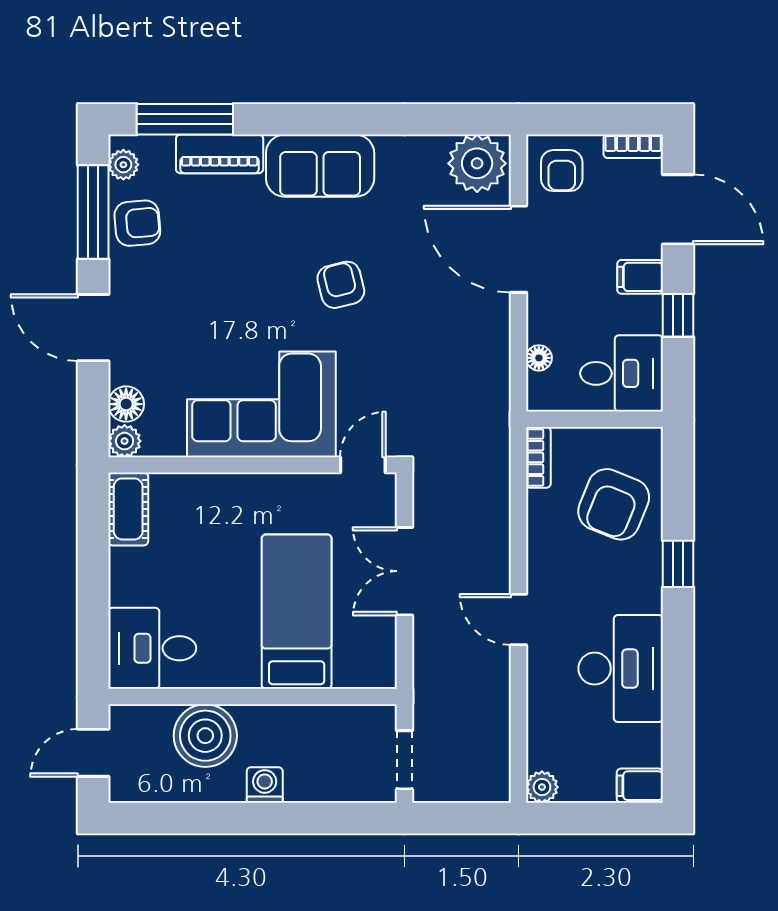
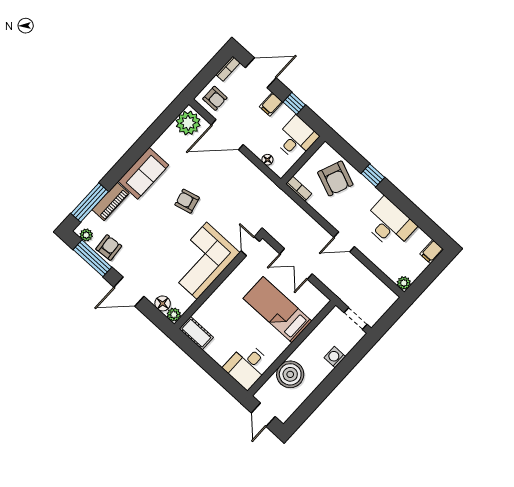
washing machine: (265, 785) -> (335, 357), moved

